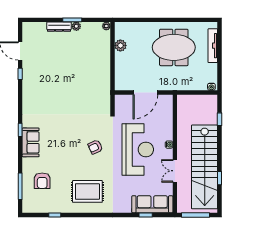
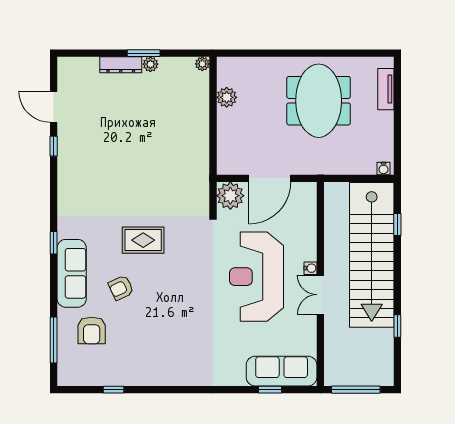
tv unit: (213, 46) -> (386, 89), width x0.71
meeting table: (174, 47) -> (319, 101), turned 90
plant: (123, 103) -> (230, 196), added
sofa: (31, 142) -> (72, 273), width x1.36
armchair: (95, 147) -> (121, 288), moved
reception desk: (138, 149) -> (256, 277), turned 180
stairs: (205, 167) -> (372, 255), moved
double door: (175, 171) -> (320, 295), moved
rug: (87, 191) -> (143, 240), moved, width x0.73, depth x0.70

